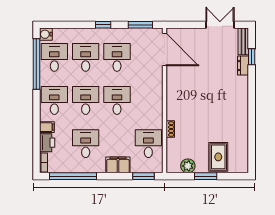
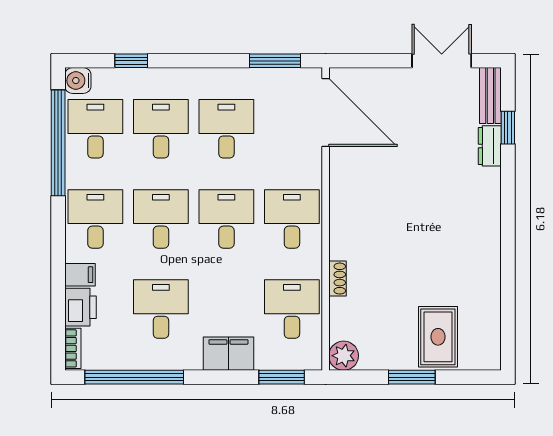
window: (103, 25) -> (131, 61), moved
desk: (148, 100) -> (292, 219), added
plant: (188, 166) -> (344, 356), moved

